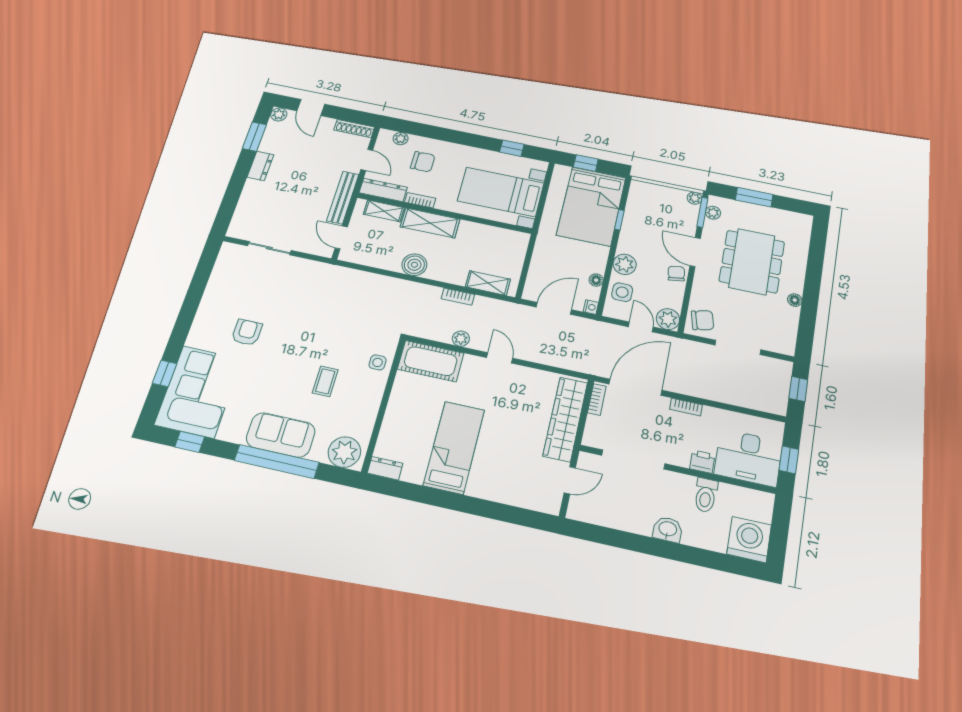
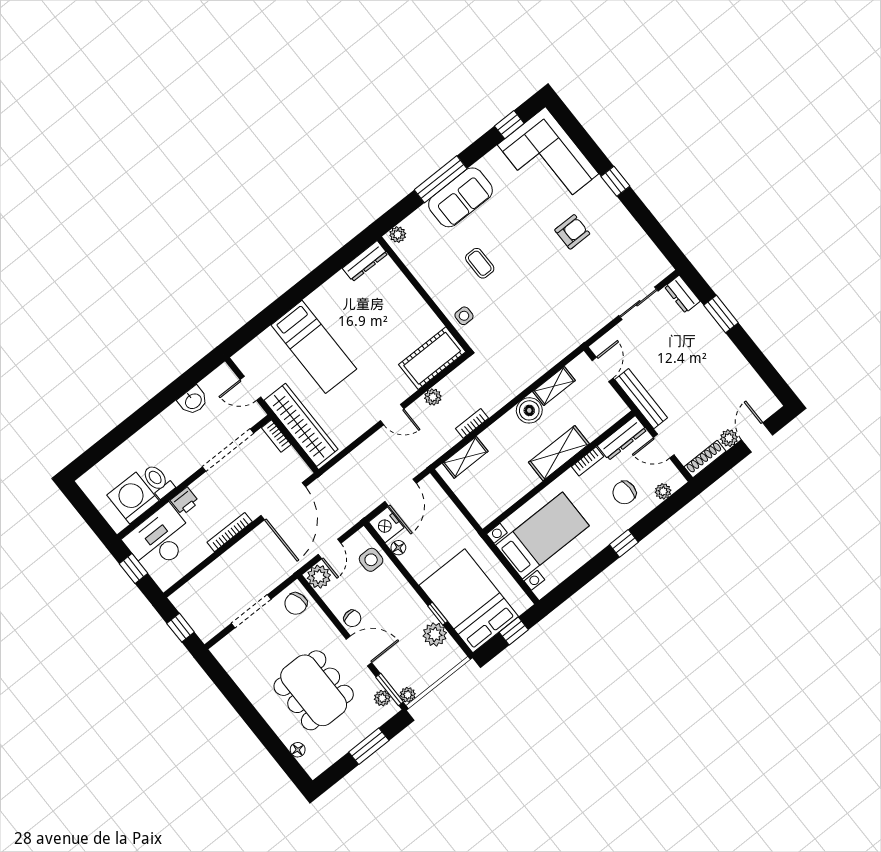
door: (311, 107) -> (757, 437), hinge flipped
plant: (279, 114) -> (729, 438), moved
window: (254, 137) -> (721, 314), moved
window: (512, 148) -> (624, 543), moved
dresser: (260, 166) -> (682, 294), moved
shelving: (384, 211) -> (554, 386), moved
door: (341, 237) -> (603, 369), hinge flipped
plant: (625, 264) -> (435, 634), moved
floor lamp: (795, 300) -> (298, 750), moved
nightstand: (591, 307) -> (386, 525), width x1.89, depth x1.79
door: (641, 327) -> (330, 549), hinge flipped
armchair: (247, 332) -> (572, 232), turned -90
window: (165, 373) -> (615, 181), moved
bookcase: (597, 399) -> (276, 436), moved
bookcase: (686, 407) -> (230, 532), width x1.56
bed: (454, 447) -> (314, 347), moved
plant: (344, 452) -> (398, 235), width x0.53, depth x0.53
window: (277, 461) -> (441, 179), width x0.68
dresser: (385, 468) -> (365, 261), width x1.44
door: (570, 480) -> (250, 388), hinge flipped
washbasin: (668, 529) -> (193, 401), moved
washing machine: (749, 539) -> (133, 498), moved, turned 180

